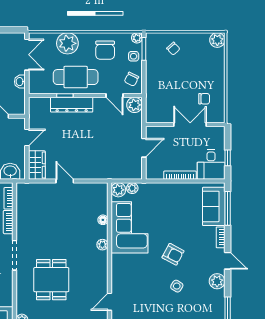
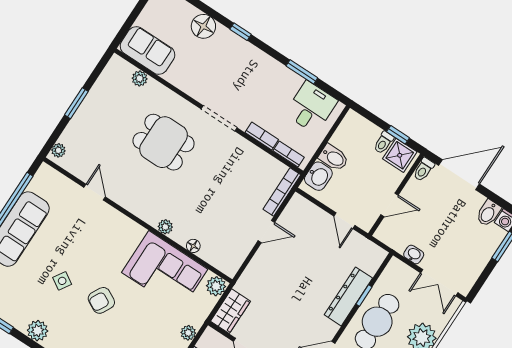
wardrobe: (37, 165) -> (230, 311), moved, turned -90
bookcase: (34, 187) -> (282, 192), added
plant: (132, 188) -> (188, 333), moved

